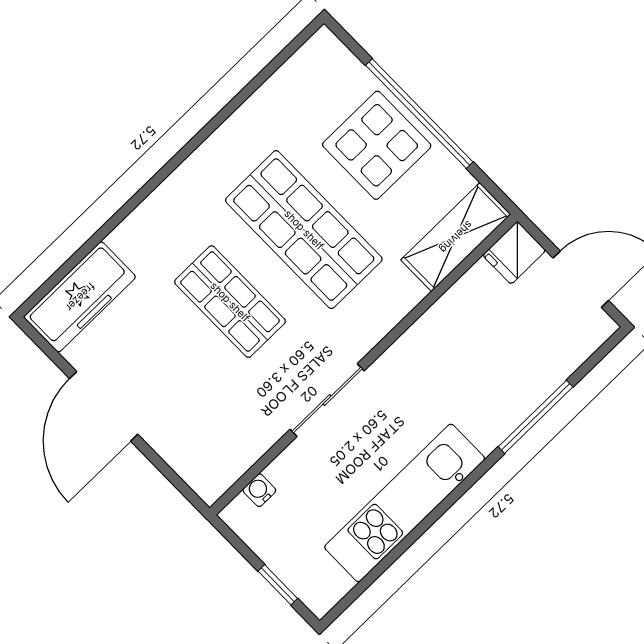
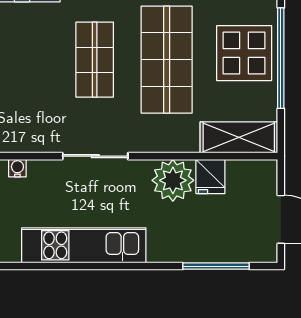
fridge: (514, 253) -> (210, 177), moved, turned -90
plant: (431, 347) -> (173, 180), added
window: (536, 417) -> (216, 266), moved

